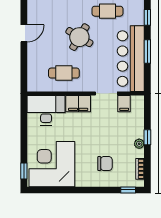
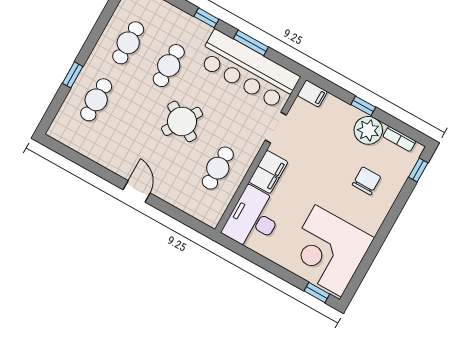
filing cabinet: (124, 104) -> (312, 93), moved
plant: (139, 144) -> (368, 130), width x1.87, depth x1.87

